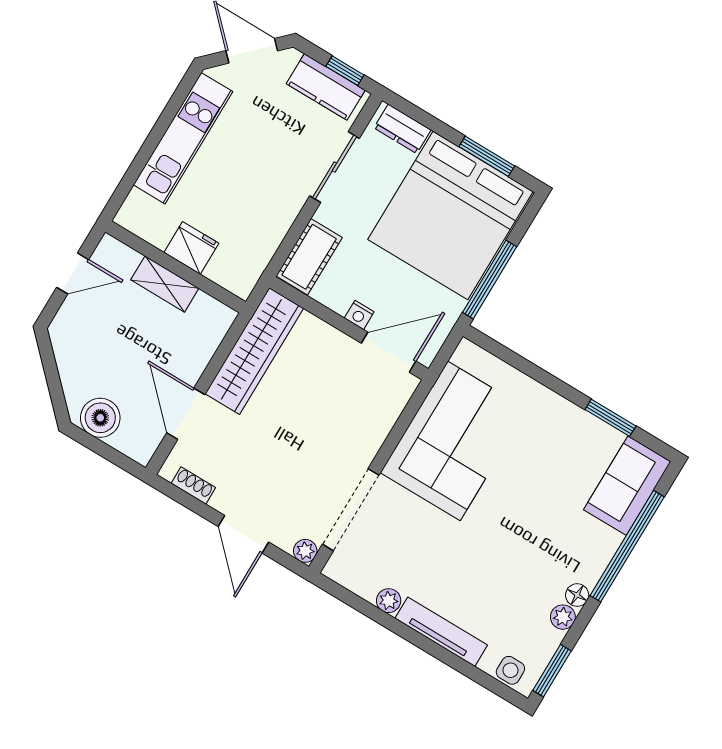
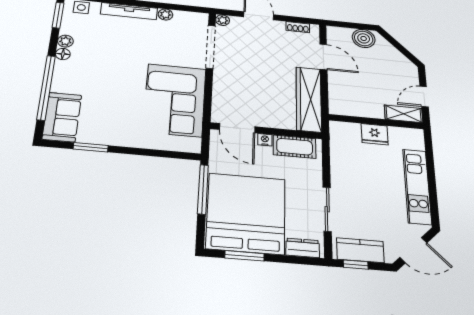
cot: (309, 257) -> (295, 147), moved, turned 90
shelving: (165, 284) -> (404, 114), moved
door: (389, 352) -> (237, 128), hinge flipped

